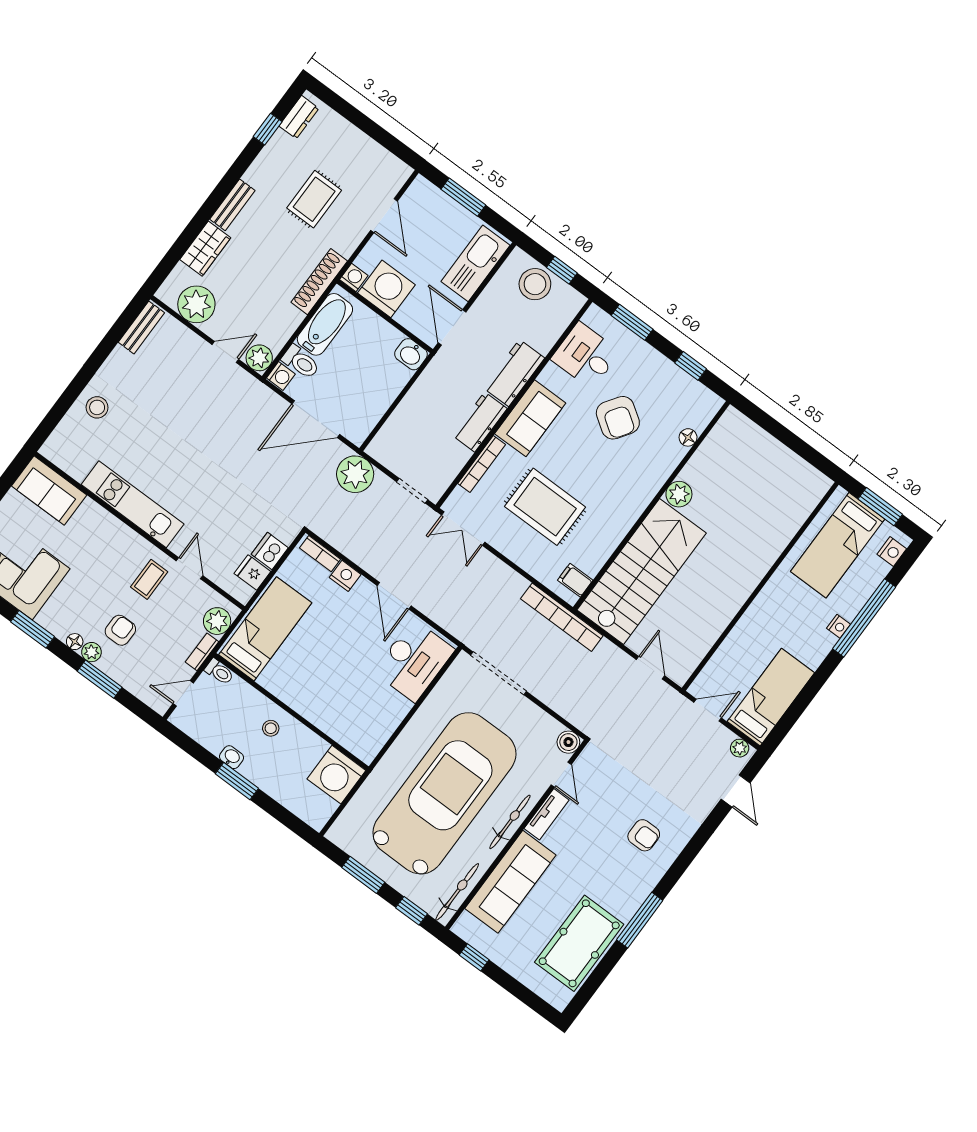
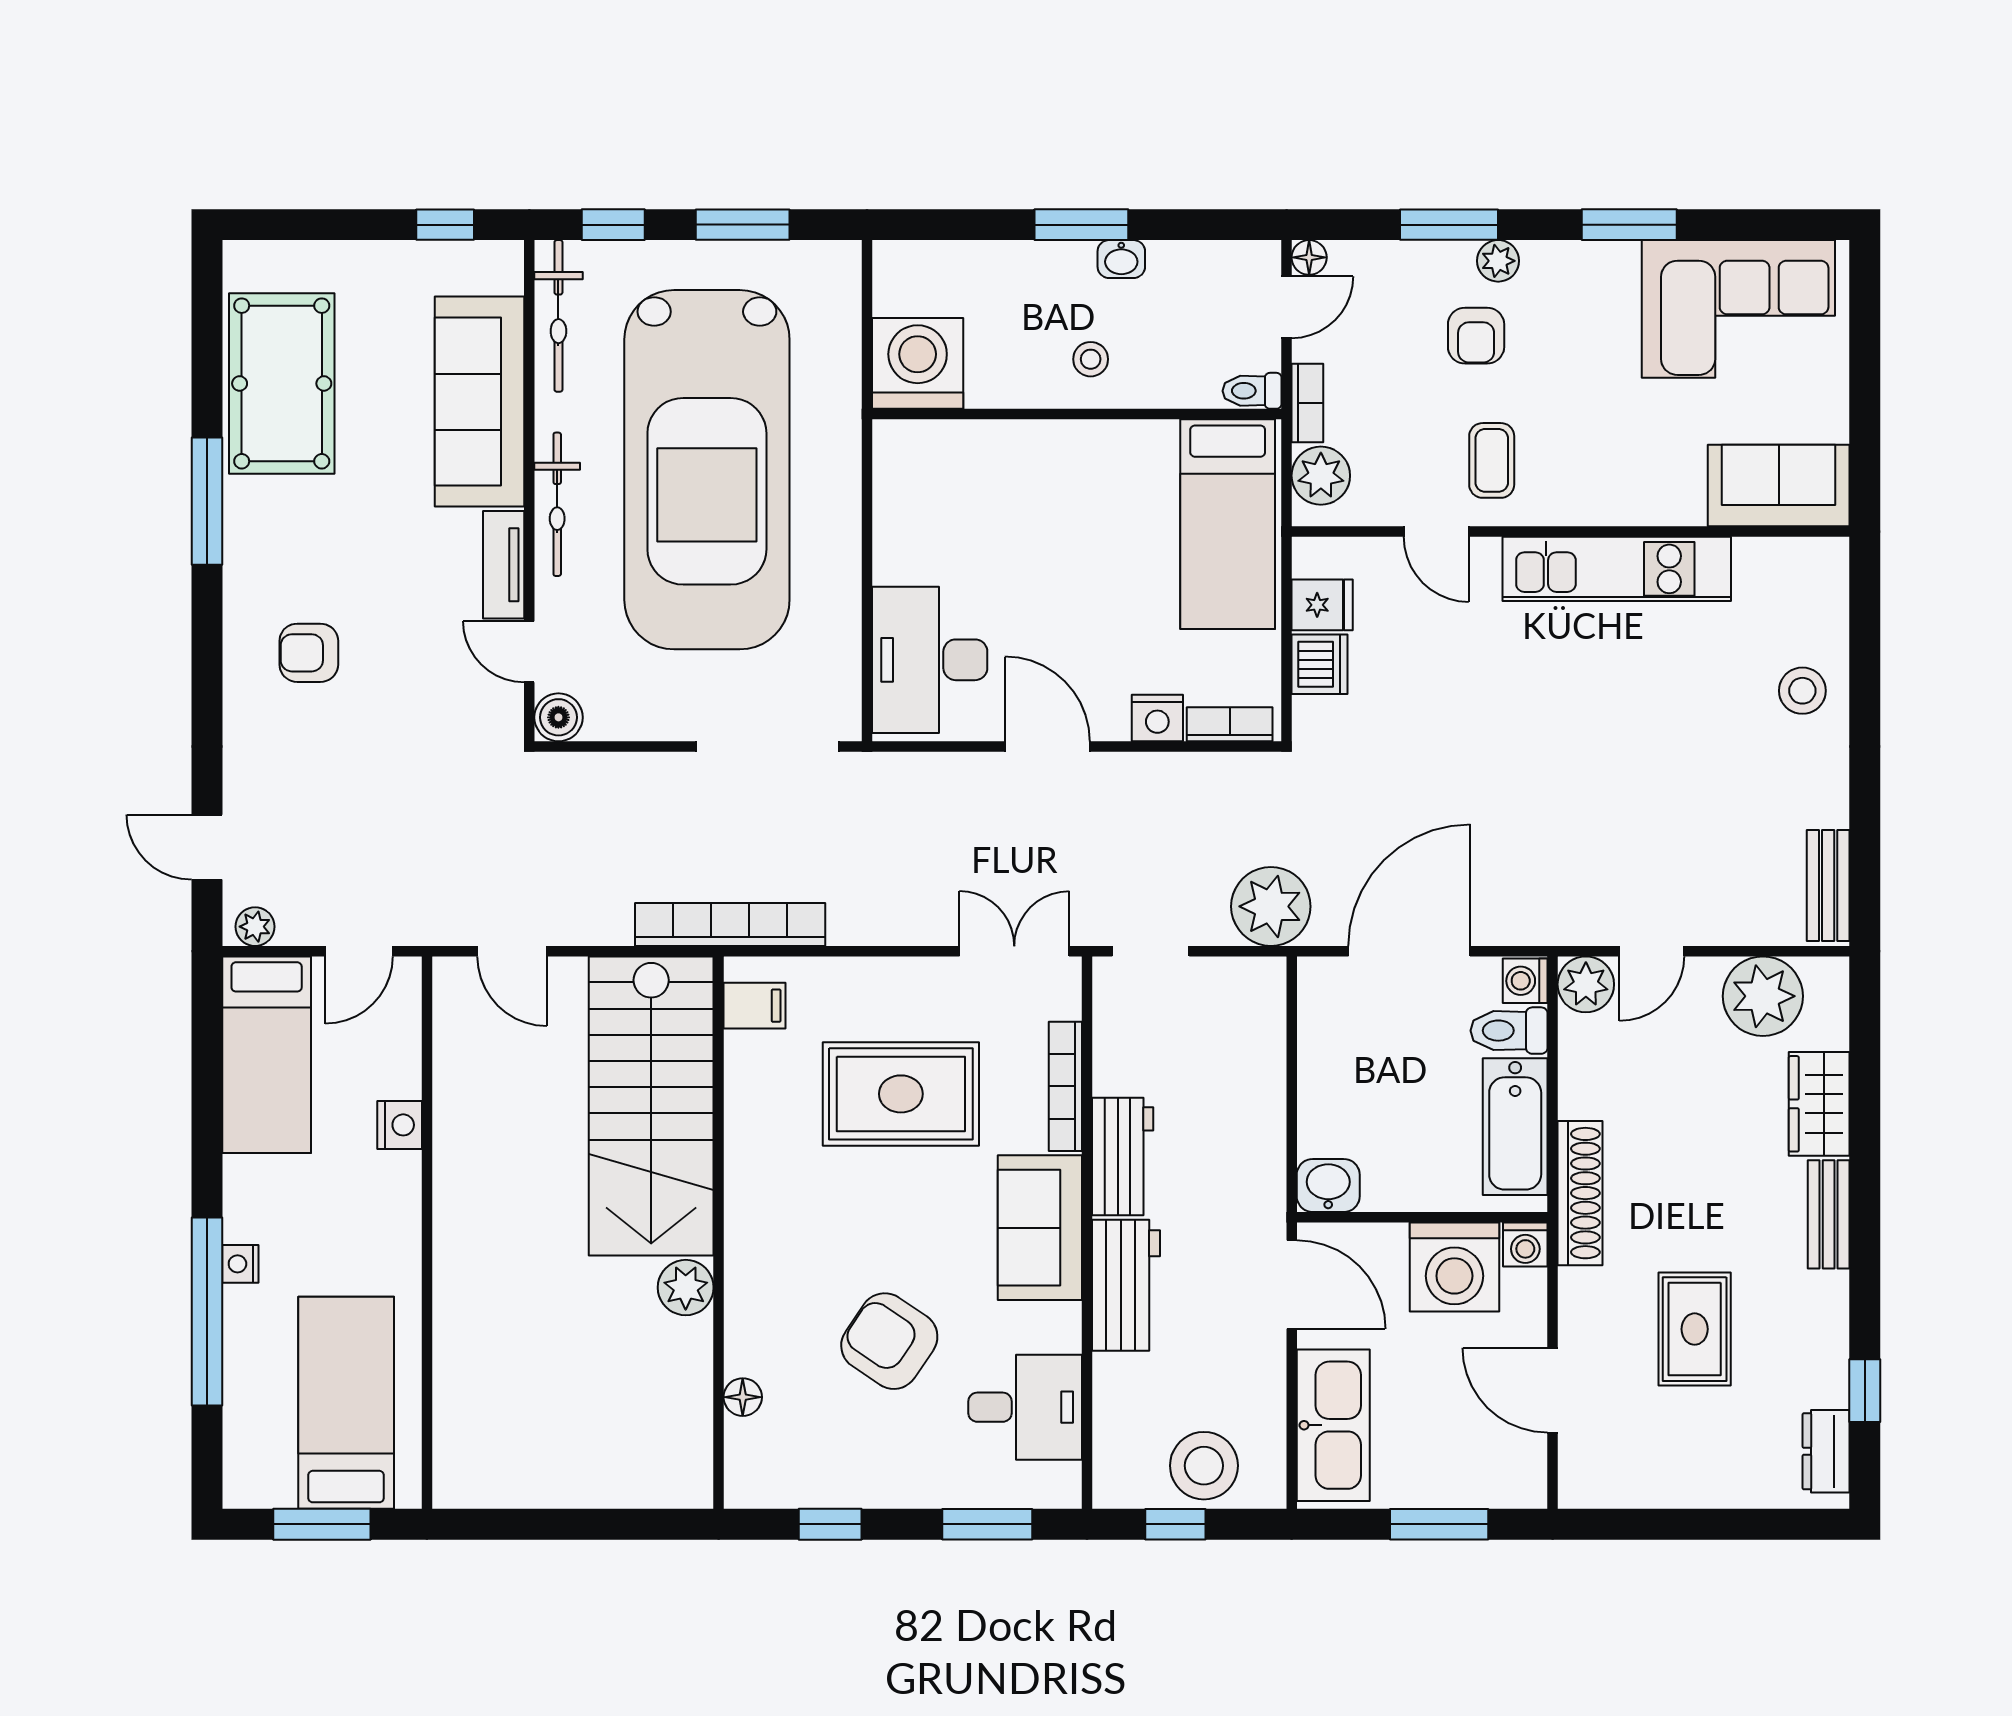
nightstand: (892, 551) -> (400, 1125), moved, turned 180
floor lamp: (75, 642) -> (1309, 257), moved

